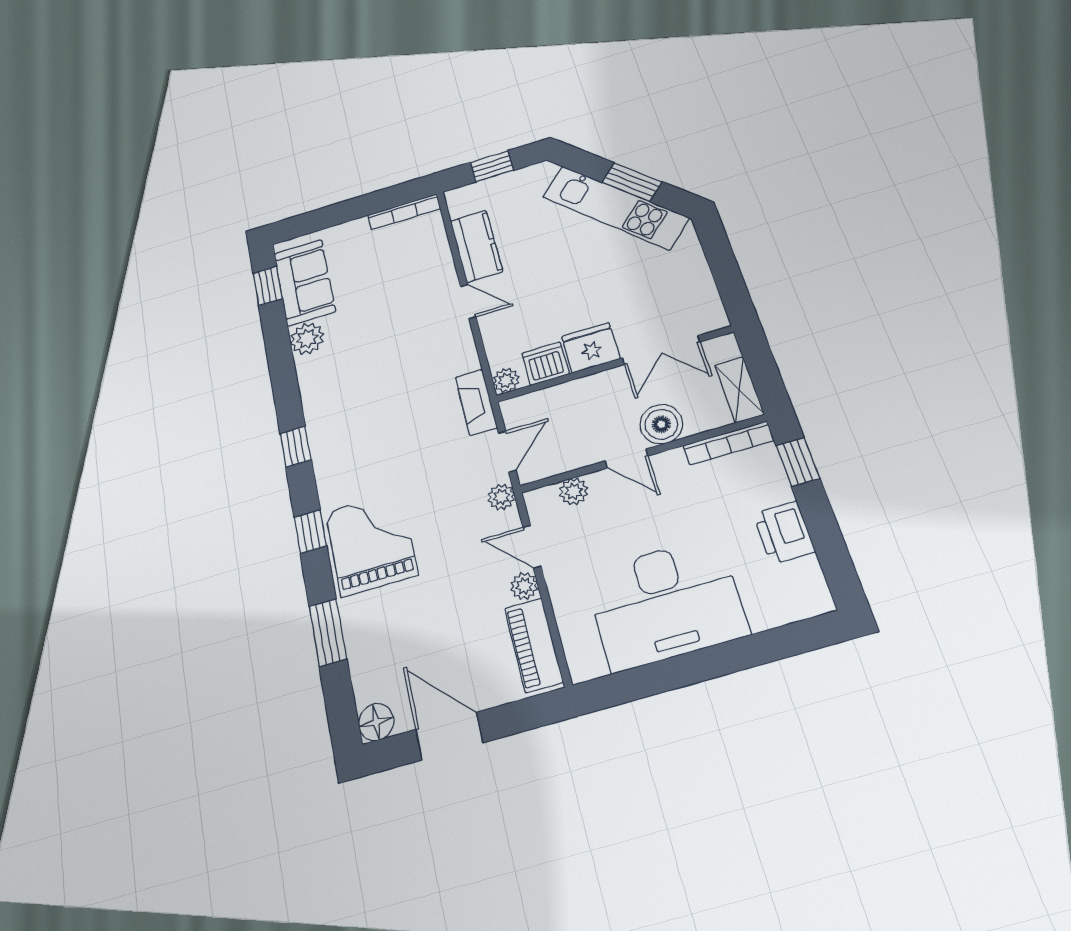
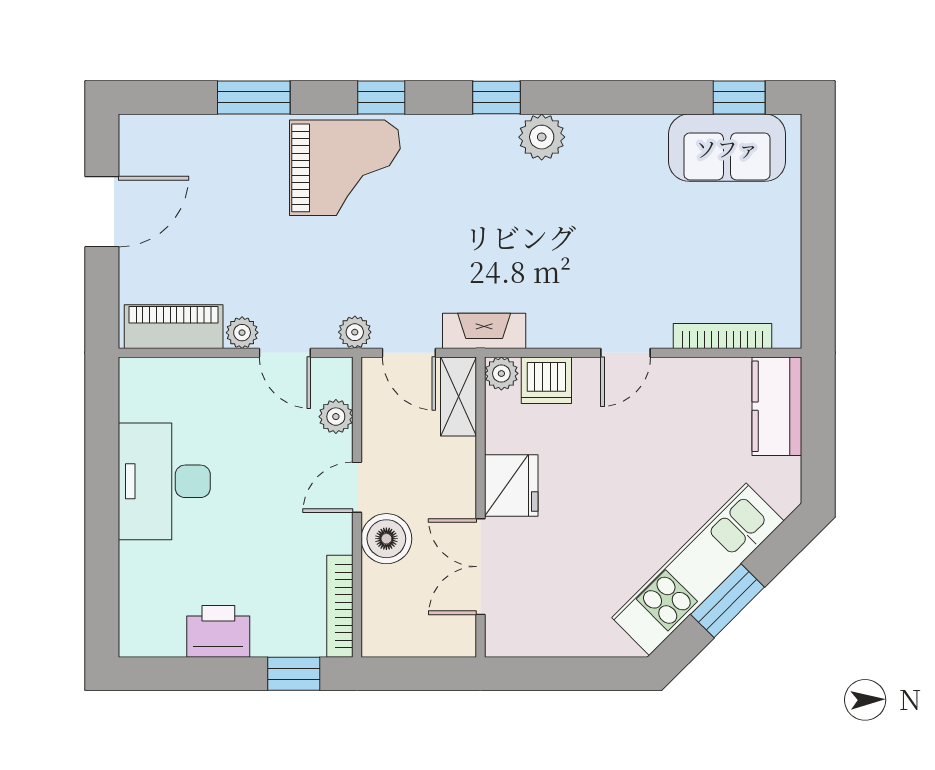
window: (492, 166) -> (818, 430), removed
bookcase: (404, 212) -> (722, 336), moved, turned 90
kitchen counter: (476, 246) -> (777, 406), moved, turned 90
plant: (307, 339) -> (542, 137), moved
dishwasher: (545, 364) -> (546, 380), moved, turned 90
shelving: (739, 390) -> (459, 397), moved, turned 90
door: (532, 547) -> (285, 353), swing flipped
desk: (666, 603) -> (164, 481), width x0.73, depth x0.77
floor lamp: (376, 722) -> (139, 134), removed

